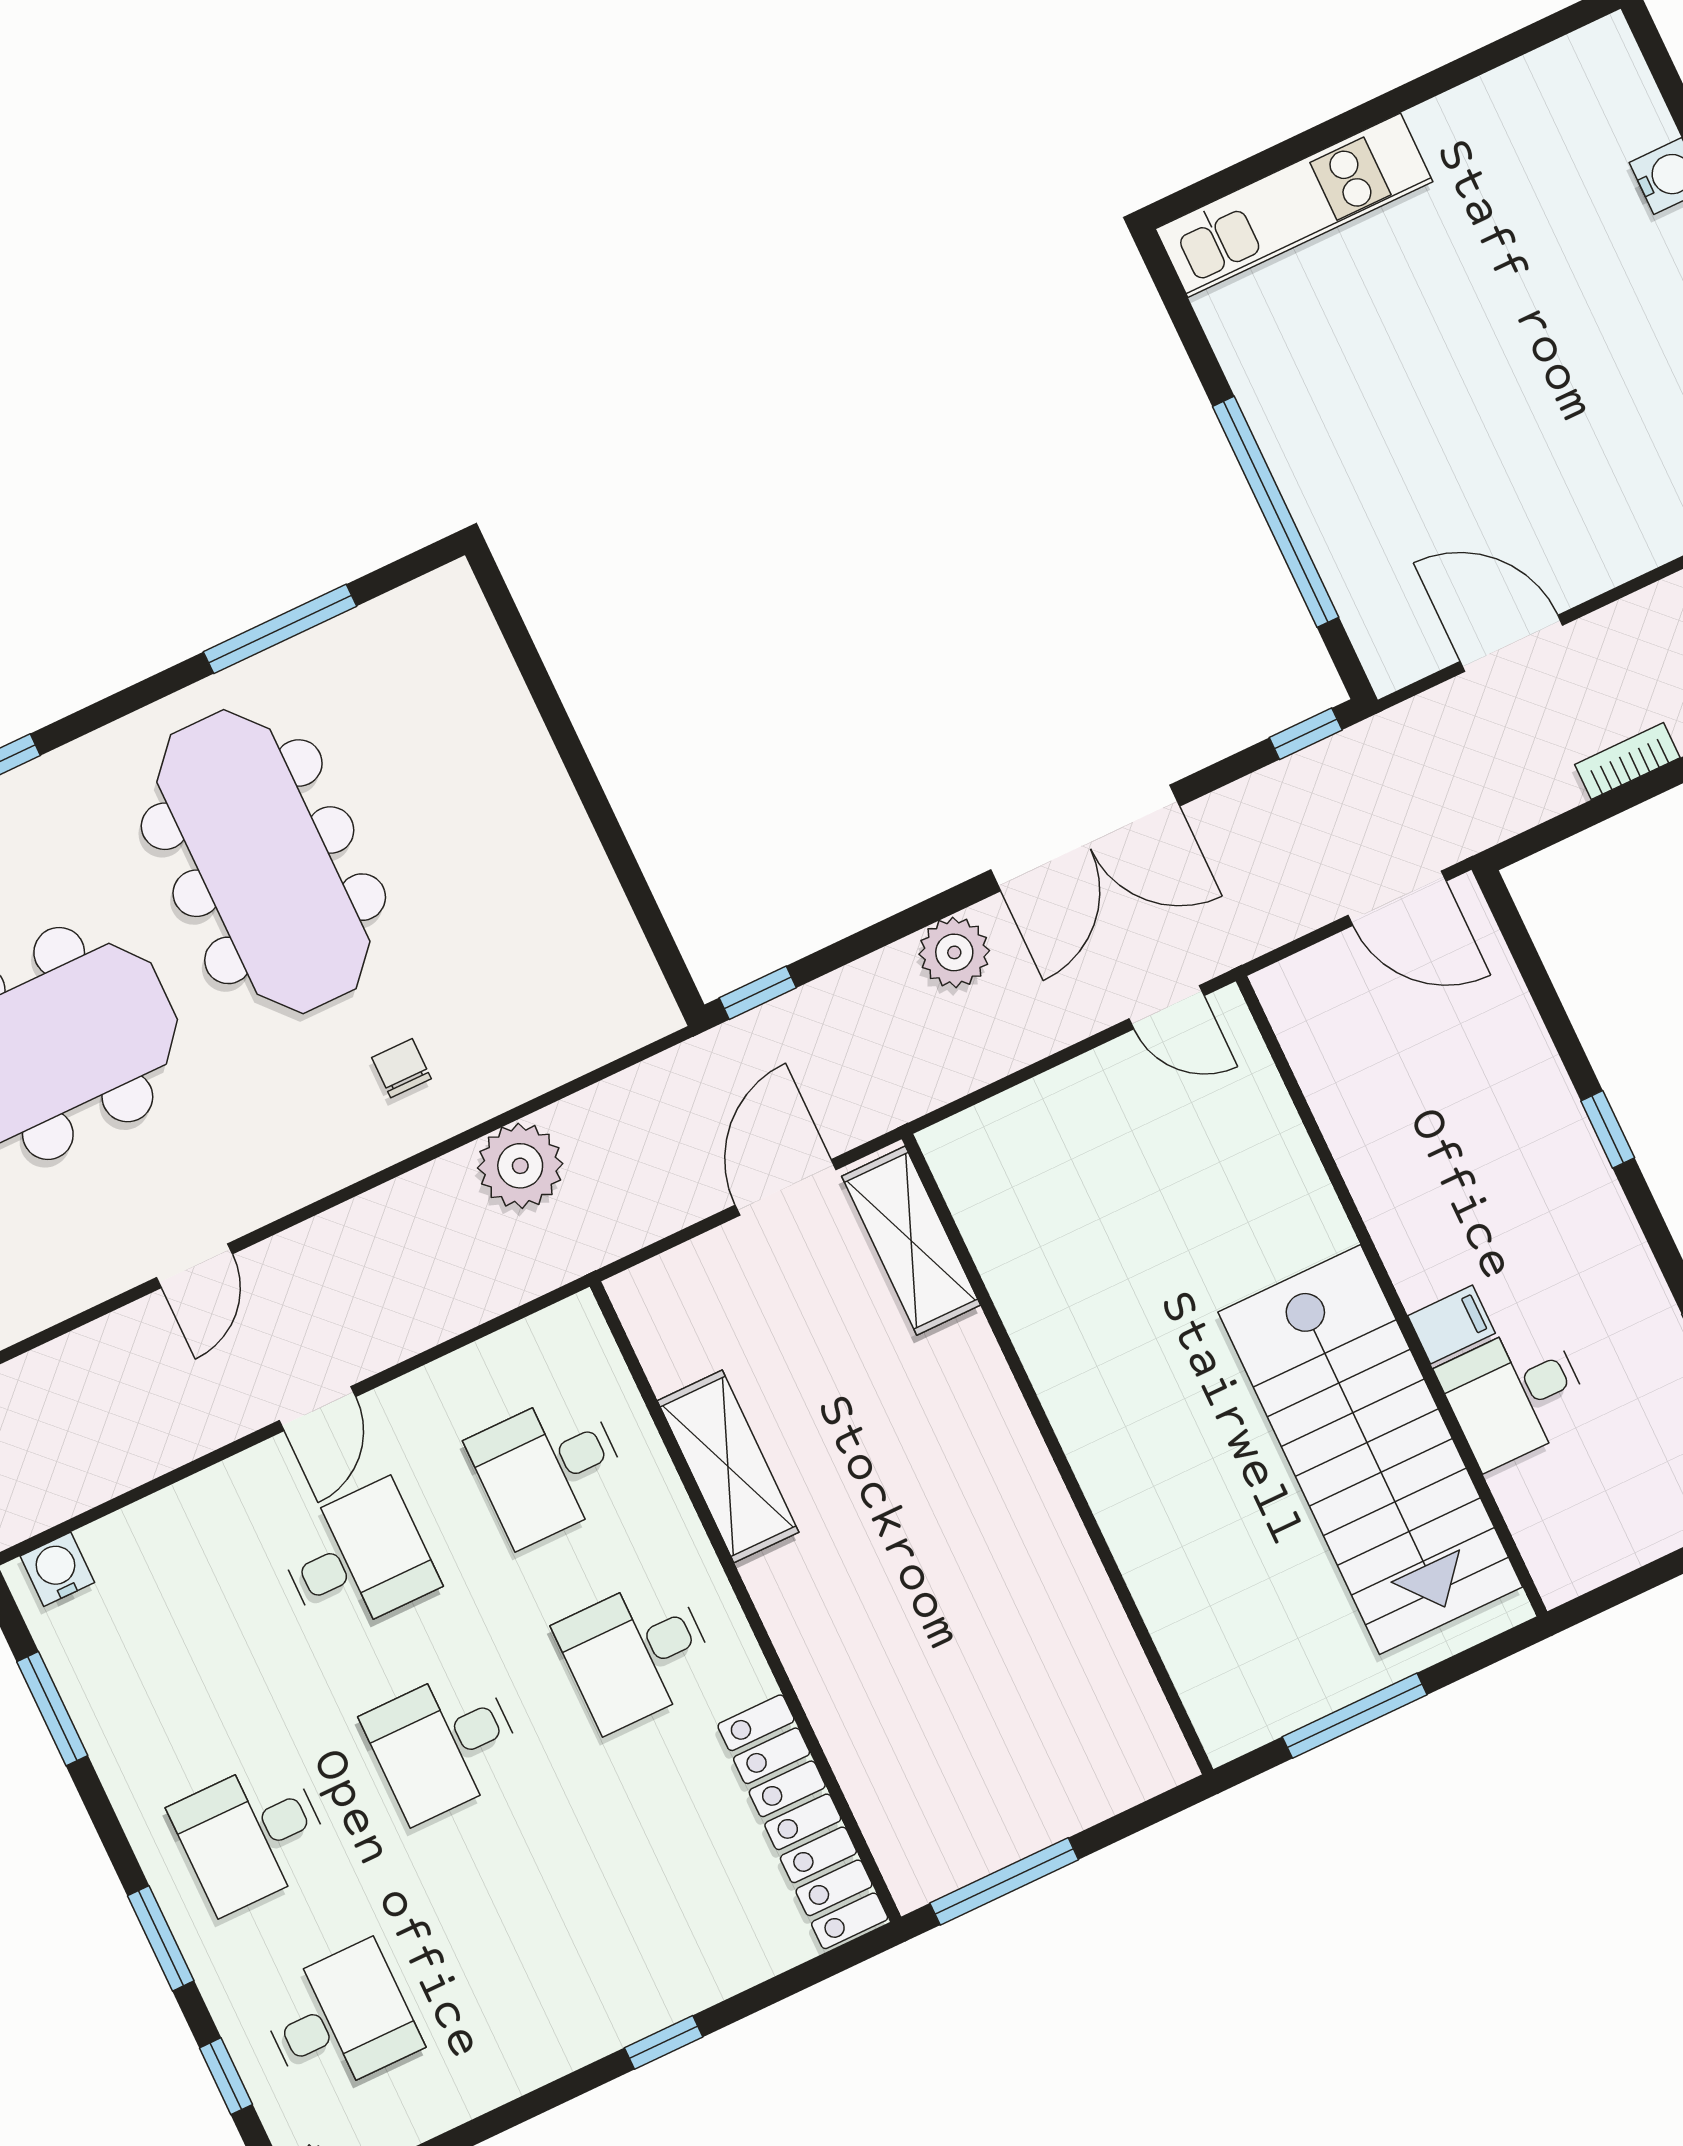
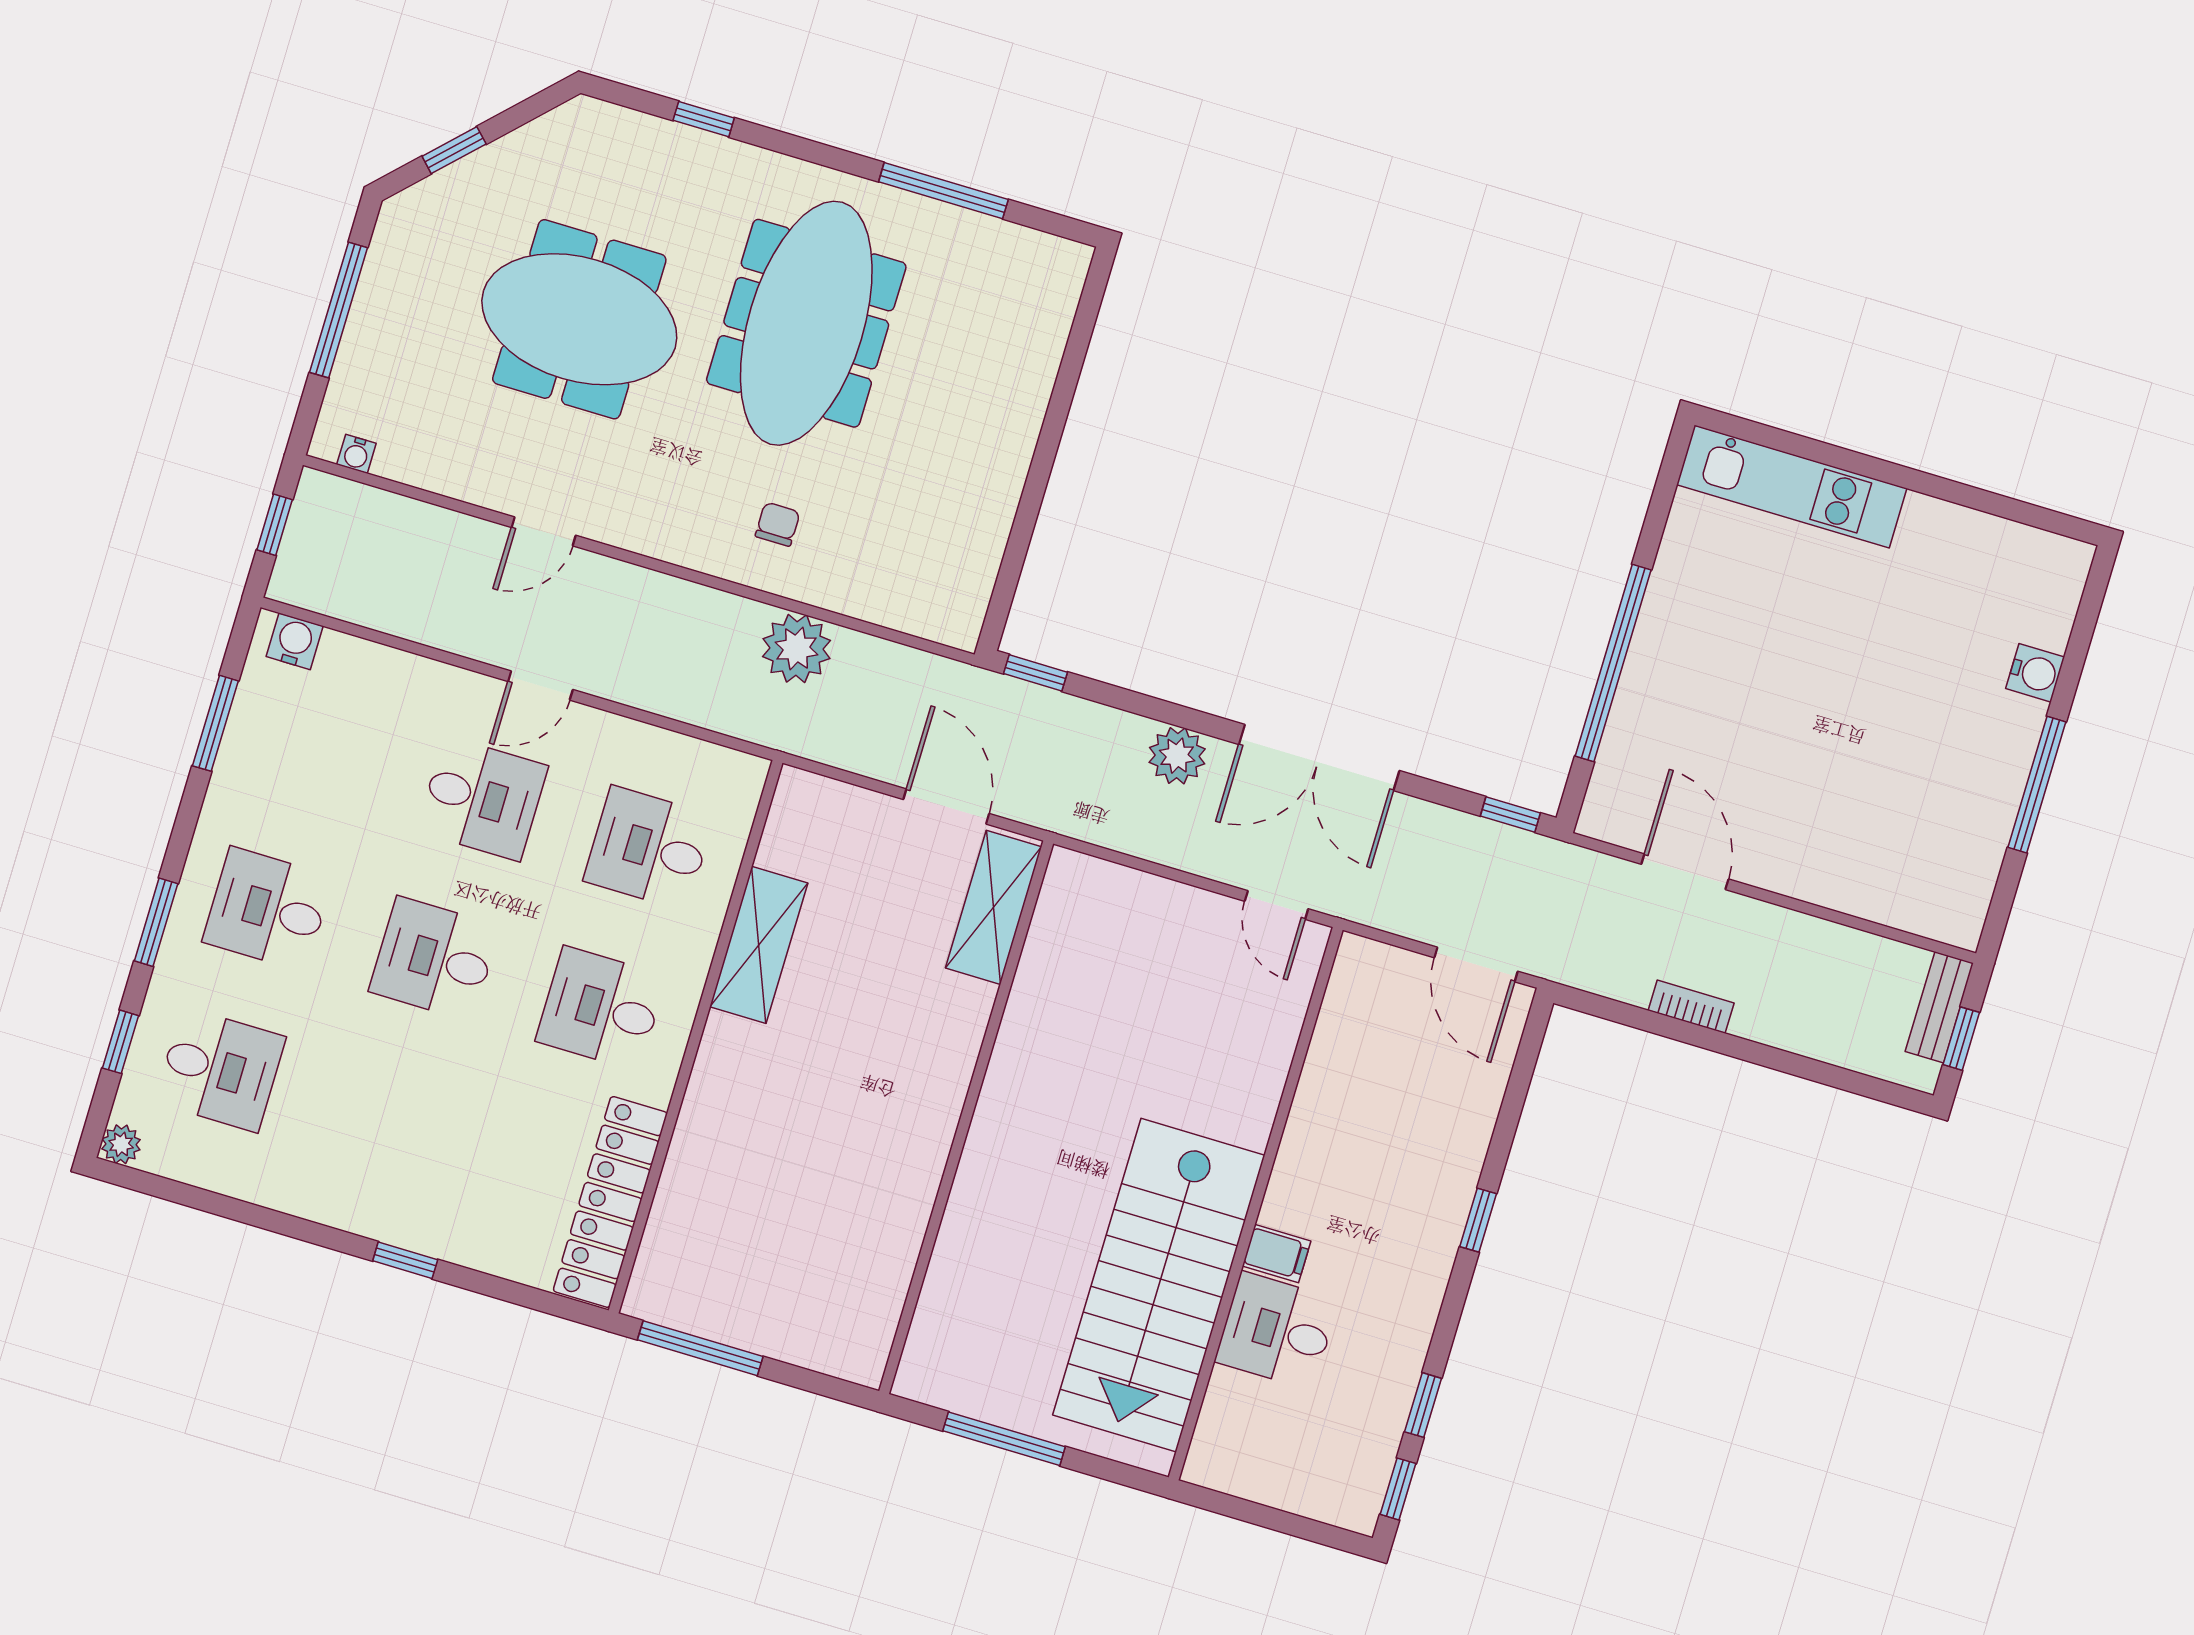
door: (786, 1187) -> (946, 806), hinge flipped

